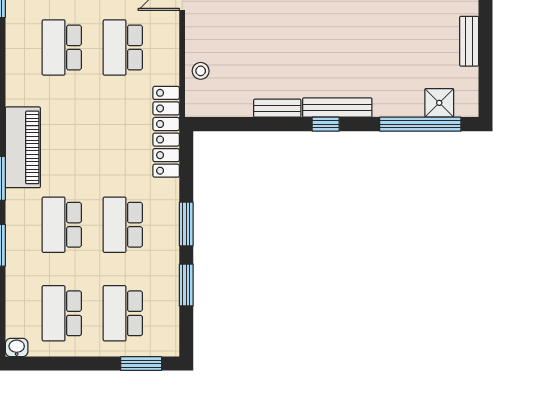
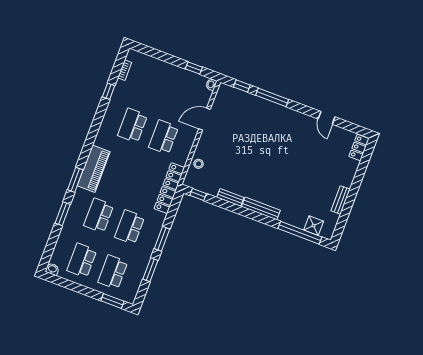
window: (326, 124) -> (198, 195), moved

